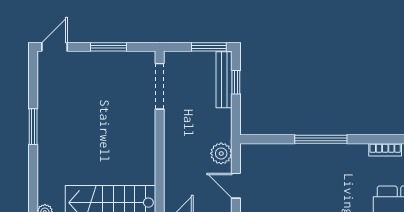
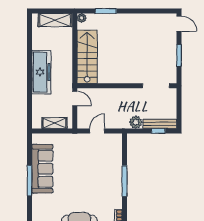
window: (209, 47) -> (179, 115), removed
window: (33, 127) -> (106, 11), moved
plant: (221, 153) -> (136, 122), moved

